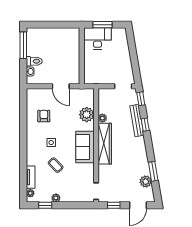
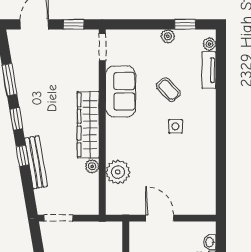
window: (141, 99) -> (16, 119), moved
armchair: (44, 116) -> (187, 169), removed
sofa: (85, 147) -> (121, 91), moved
plant: (146, 182) -> (22, 63), removed

